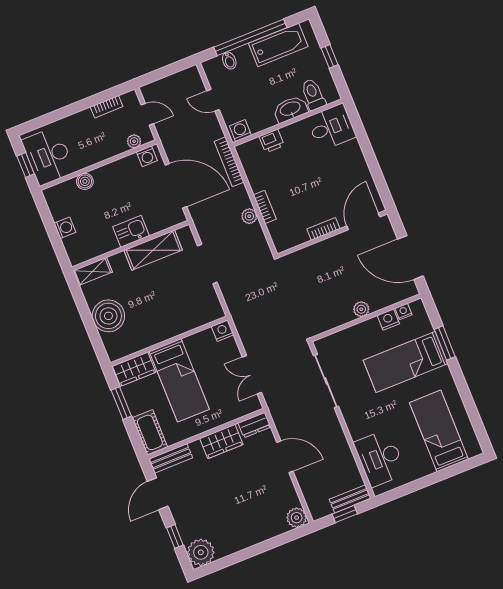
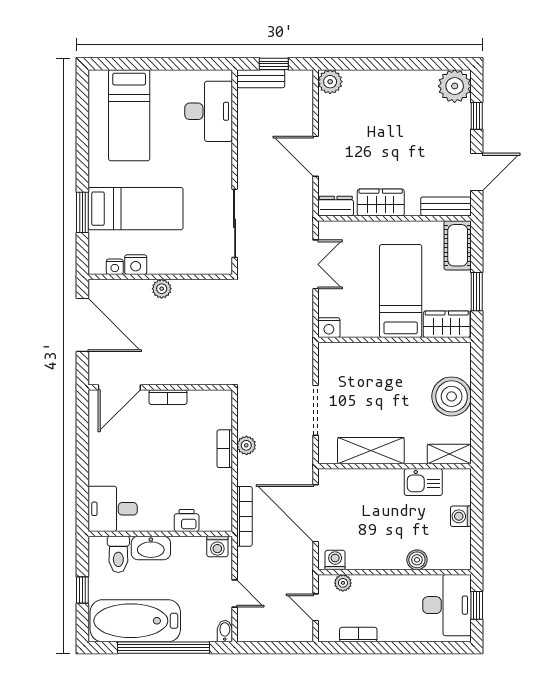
bathtub: (278, 45) -> (135, 621), width x1.36, depth x1.36
bidet: (229, 61) -> (225, 631), moved
kitchen sink: (131, 231) -> (423, 482), moved

